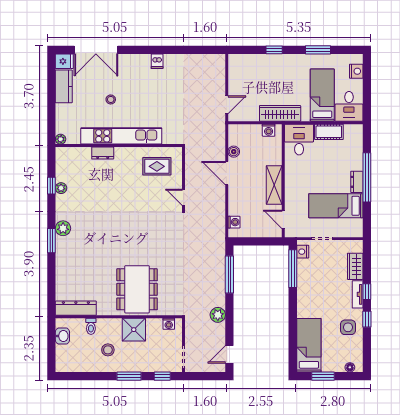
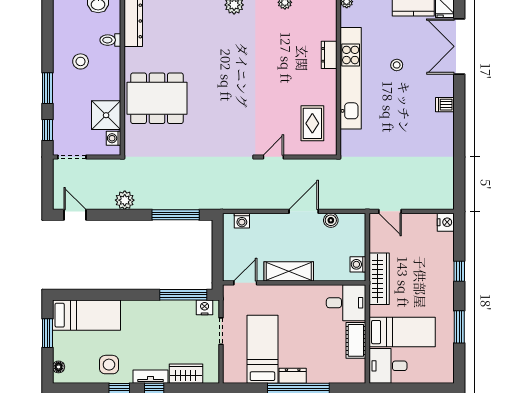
dishwasher: (157, 61) -> (445, 105), moved
nightstand: (356, 71) -> (446, 222), moved, turned -90
shower: (134, 330) -> (106, 115), moved

